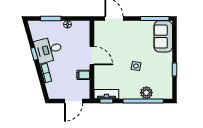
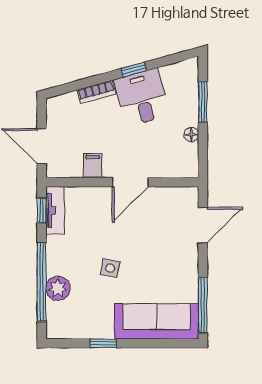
sofa: (163, 36) -> (157, 321), width x1.36

